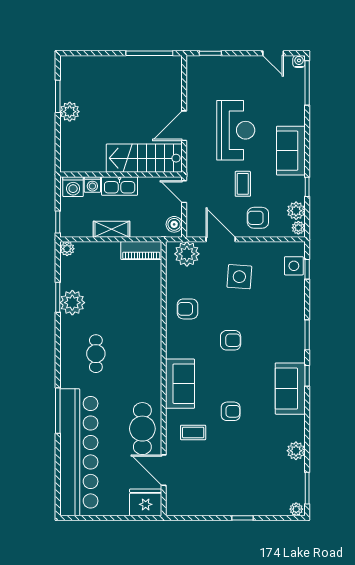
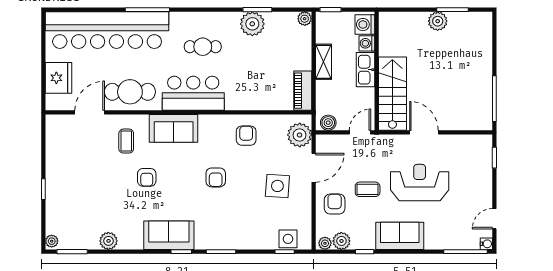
reception desk: (236, 130) -> (420, 182), turned 180
bar counter: (144, 363) -> (193, 93), added
fridge: (146, 502) -> (58, 78), moved

